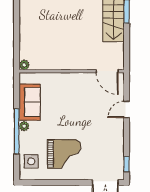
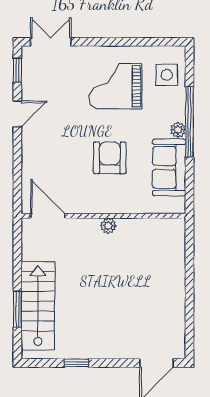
plant: (24, 65) -> (108, 226), moved
armchair: (68, 108) -> (110, 158), added
door: (127, 109) -> (17, 114), moved

